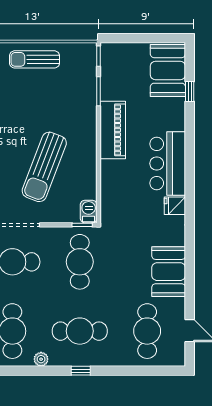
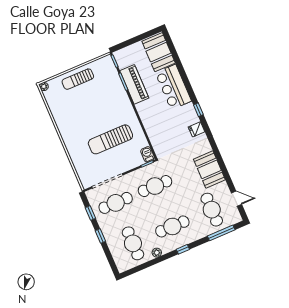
window: (190, 91) -> (198, 110), moved
piano: (113, 130) -> (134, 84), moved
bar counter: (168, 163) -> (173, 87), moved
sun lounger: (44, 167) -> (110, 139), turned 69
cafe table: (80, 262) -> (155, 186), turned 90
window: (147, 371) -> (221, 233), added

